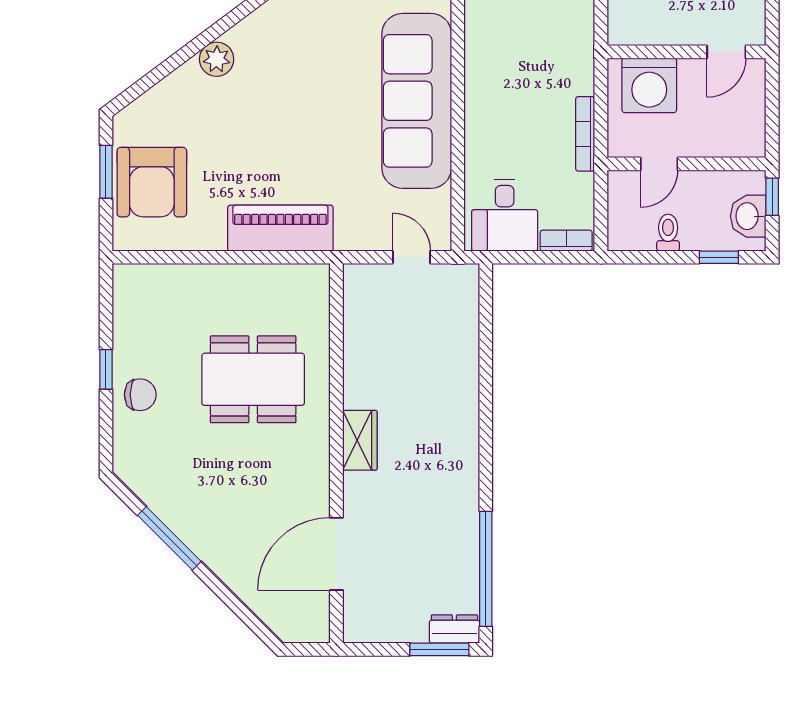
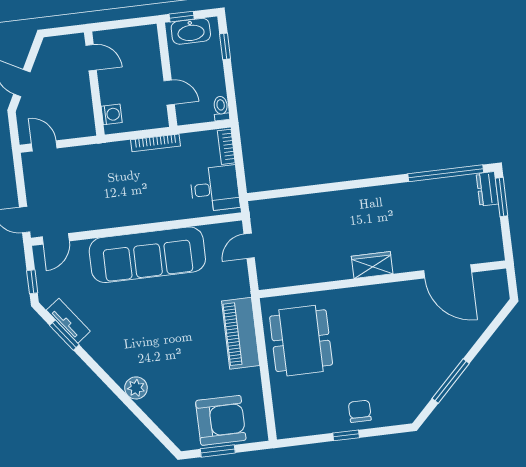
washing machine: (649, 85) -> (112, 114), width x0.53, depth x0.53
washbasin: (748, 216) -> (191, 31), width x1.38
toilet: (668, 233) -> (221, 108), moved, turned 90
dining table: (253, 379) -> (301, 341), moved

